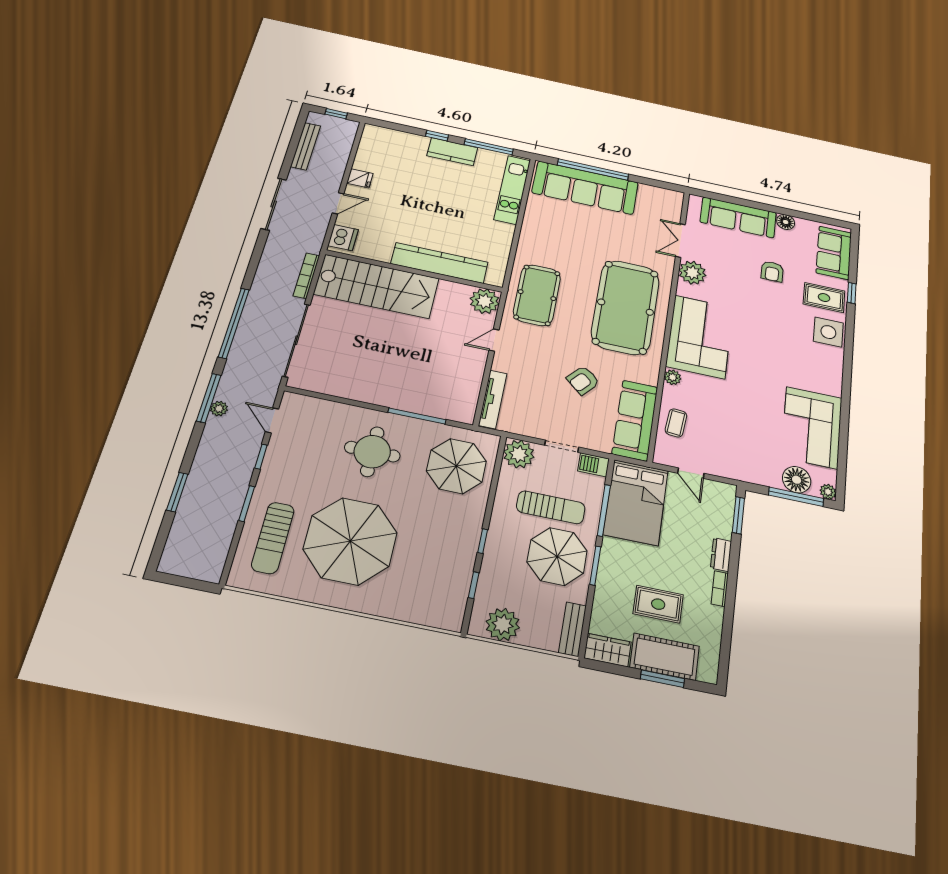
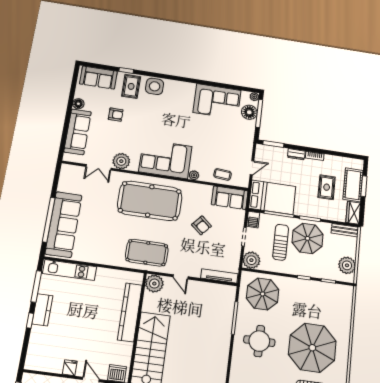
sofa: (635, 420) -> (230, 198), width x0.73

